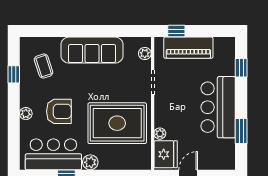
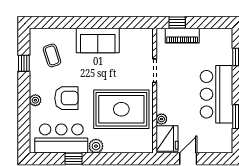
piano: (188, 48) -> (182, 36), width x0.73, depth x0.75
sofa: (92, 50) -> (98, 40), width x0.73
plant: (145, 54) -> (147, 44), removed

